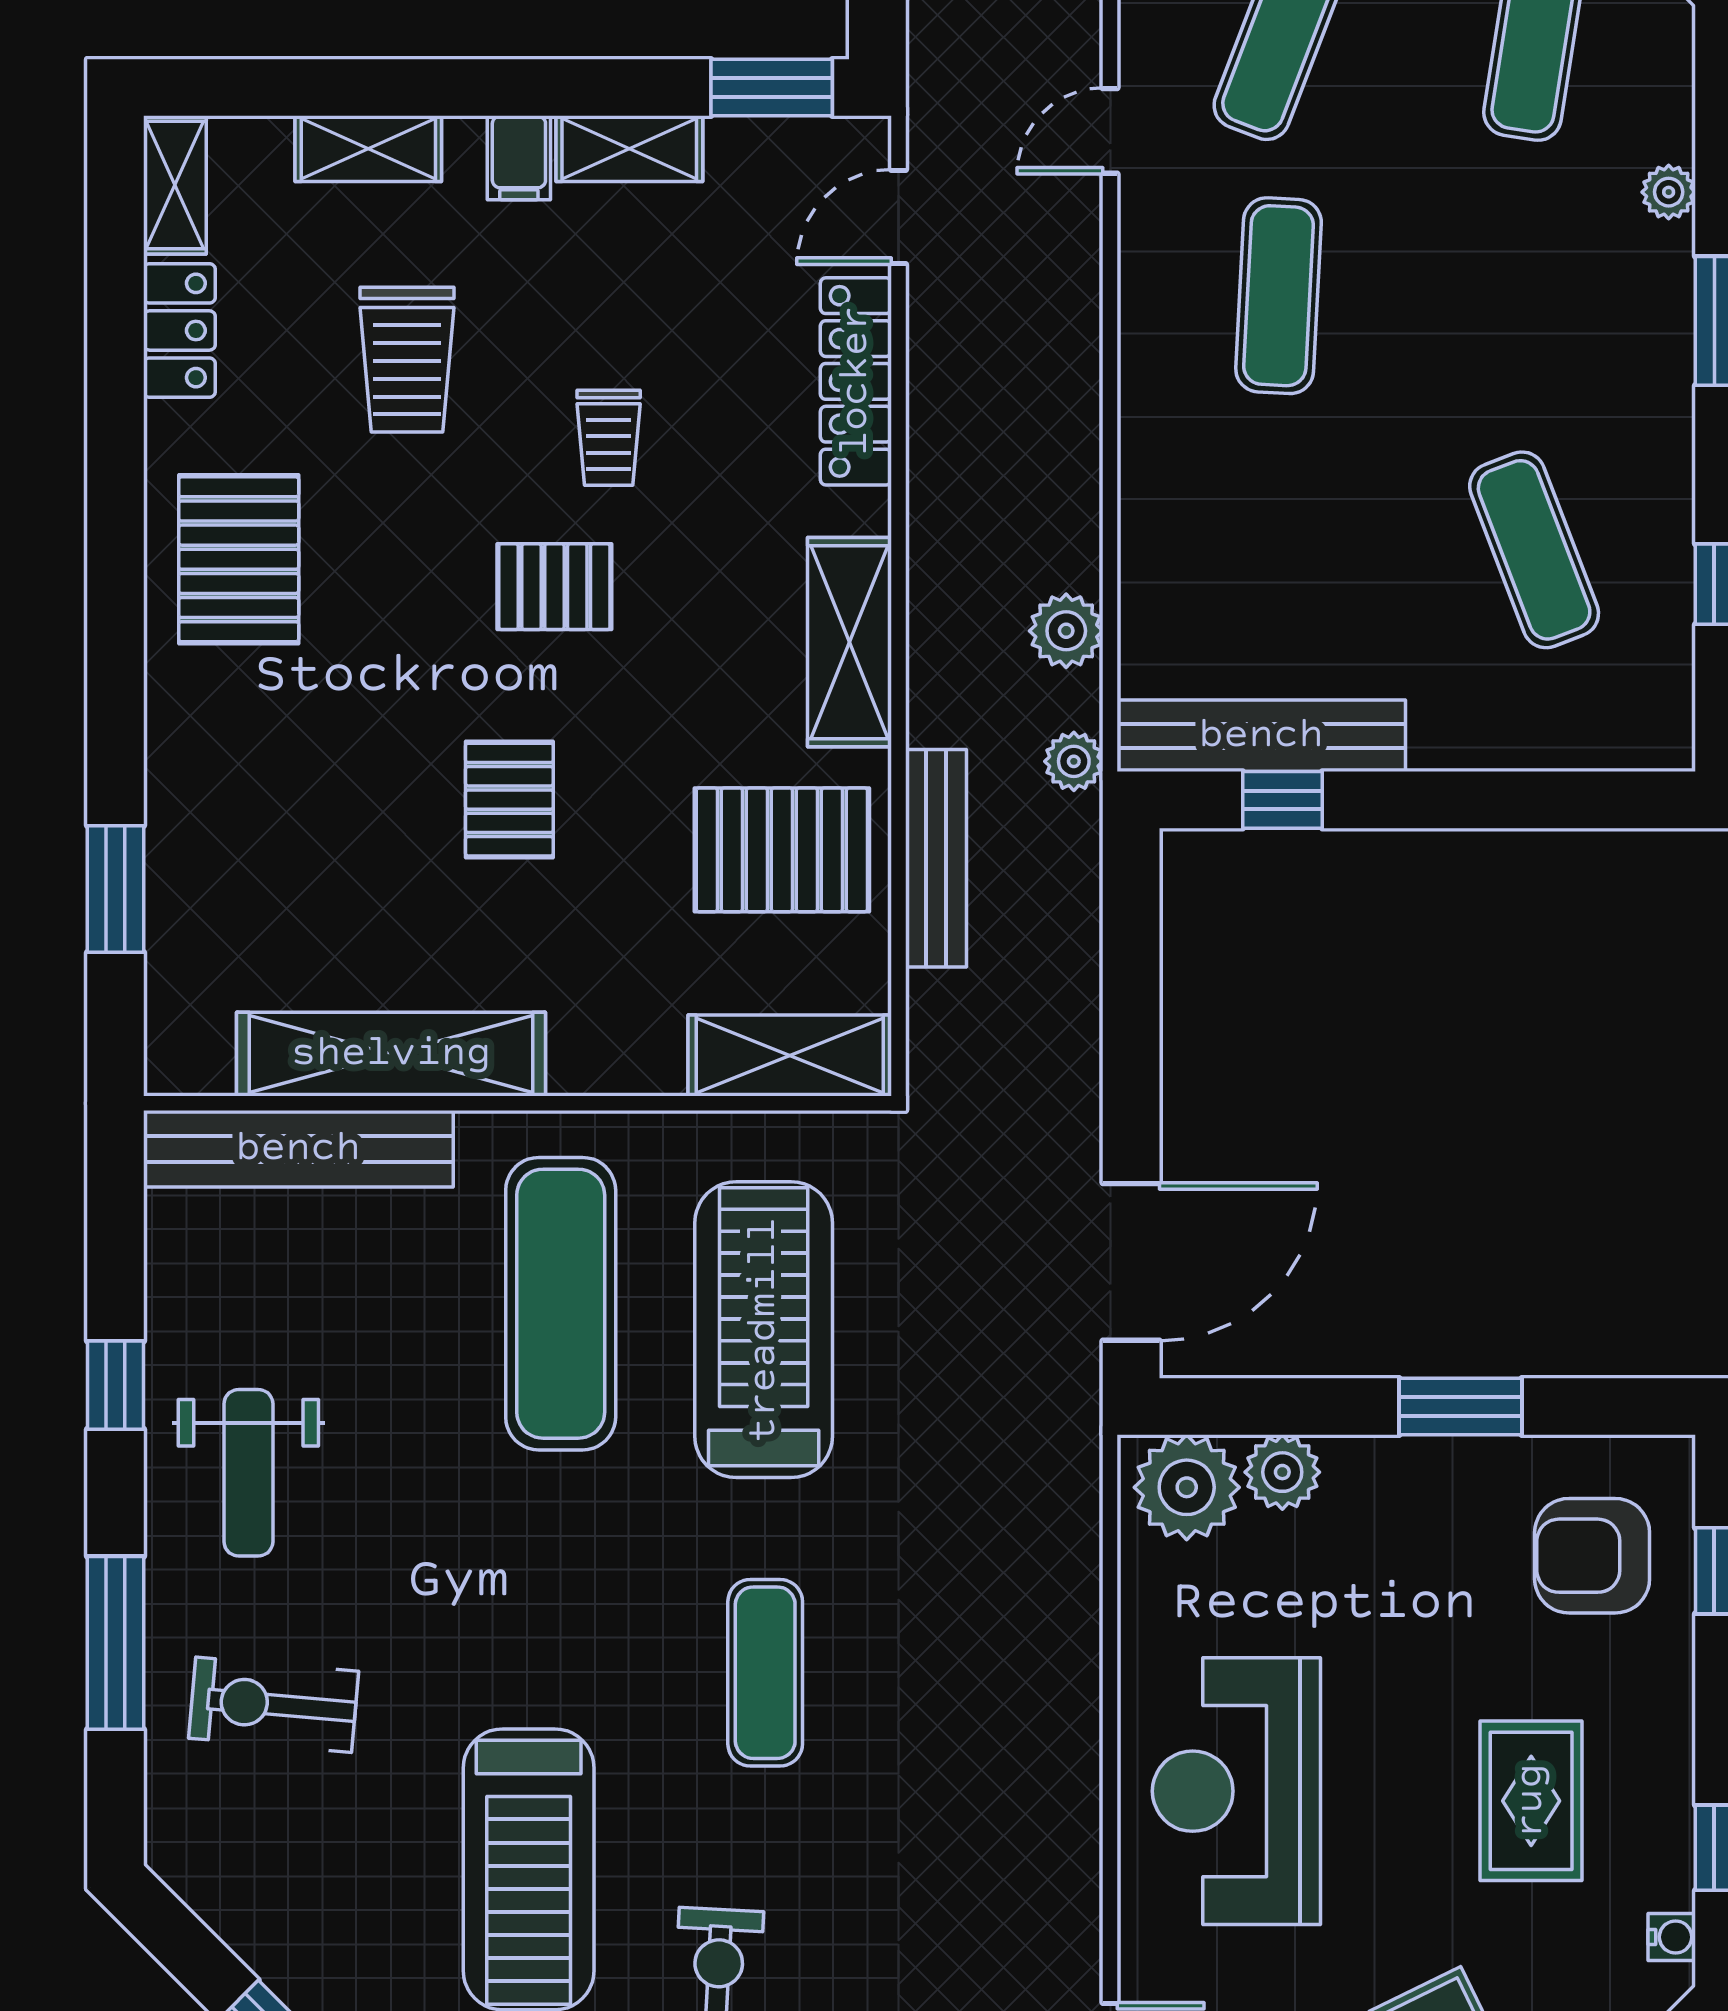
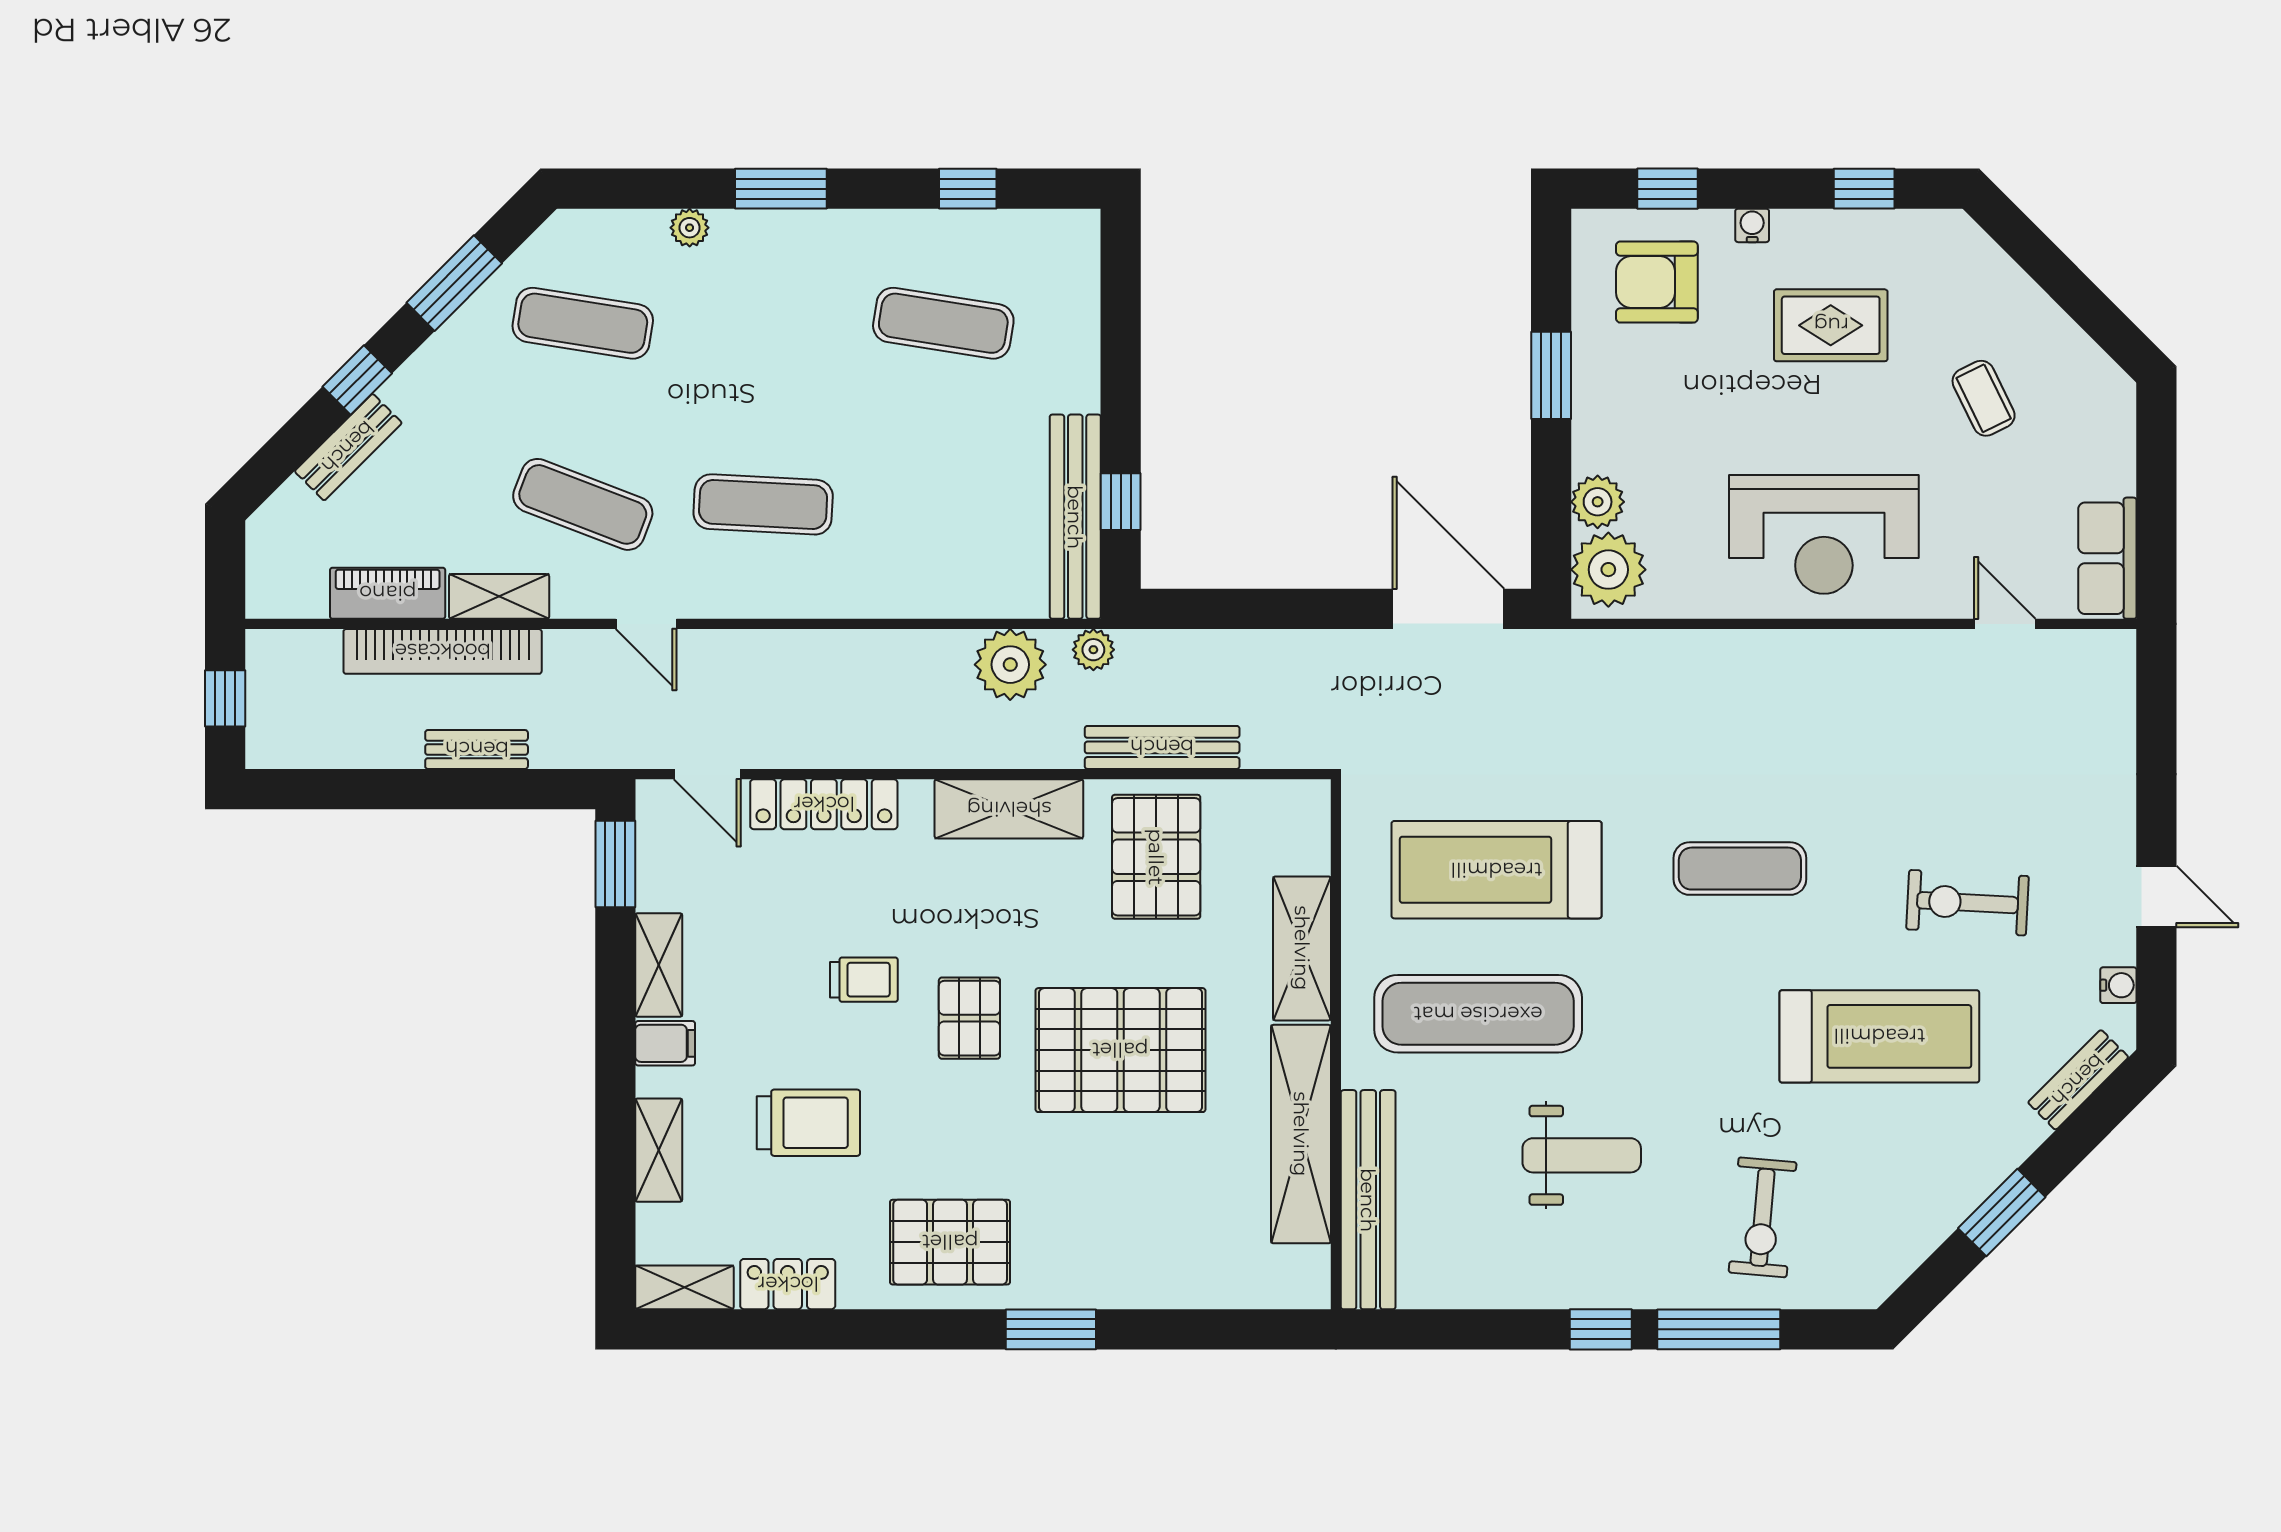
exercise mat: (1534, 550) -> (943, 323), turned 30
plant: (1066, 631) -> (1010, 665), width x1.36, depth x1.36
pallet: (509, 800) -> (1120, 1050), width x2.05, depth x2.00
window: (116, 889) -> (1051, 1329), moved
shelving: (790, 1055) -> (1302, 948), moved
window: (116, 1385) -> (1601, 1329), moved
weight bench: (248, 1473) -> (1582, 1155), moved
armchair: (1592, 1556) -> (1657, 282), turned 90
water cooler: (1672, 1937) -> (1752, 225), moved

